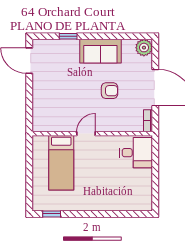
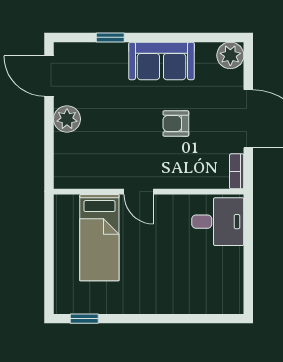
plant: (41, 88) -> (67, 119), added
armchair: (110, 91) -> (176, 124), turned 180
door: (86, 134) -> (139, 192), swing flipped

